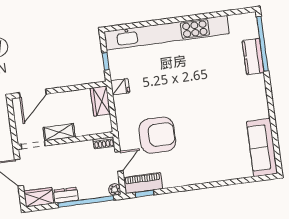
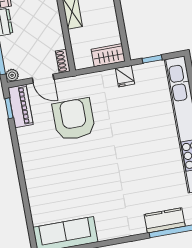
armchair: (157, 135) -> (74, 119), turned 180

